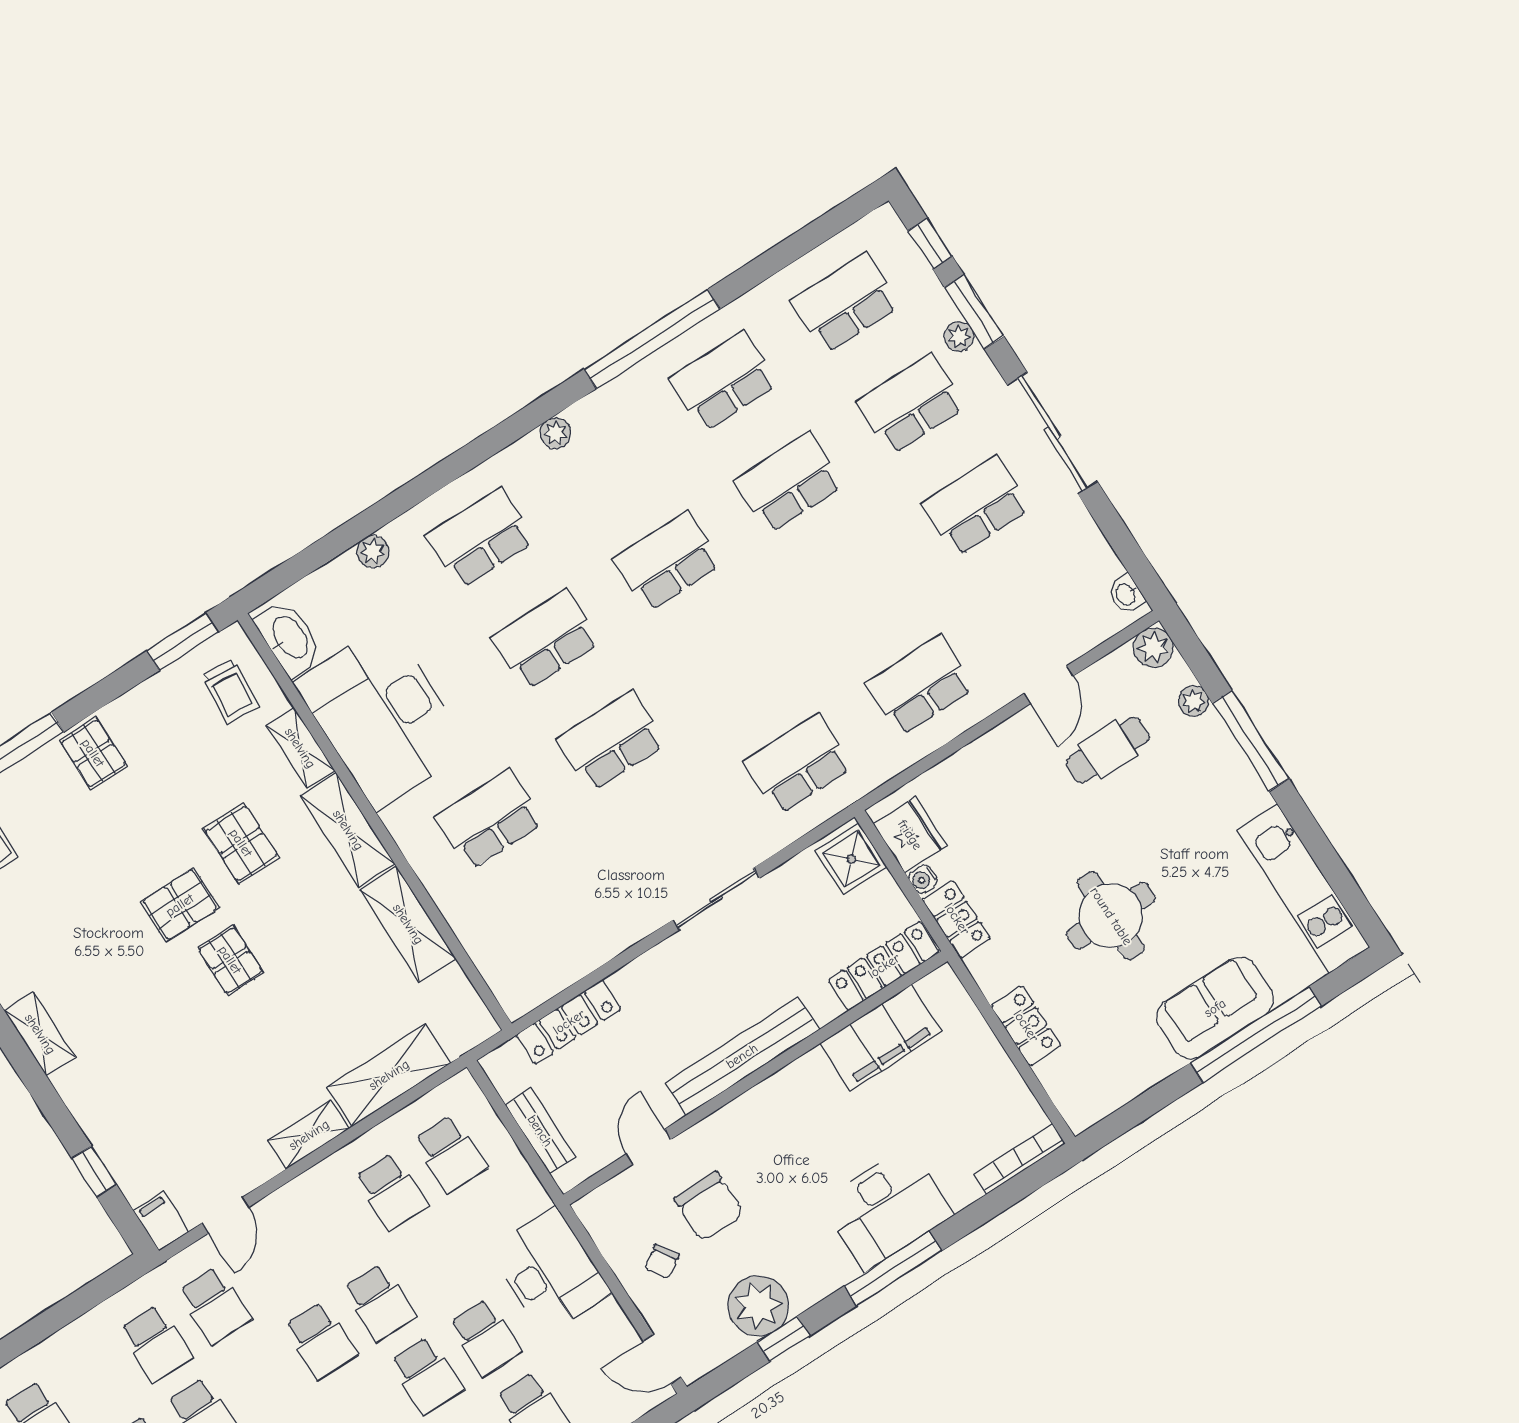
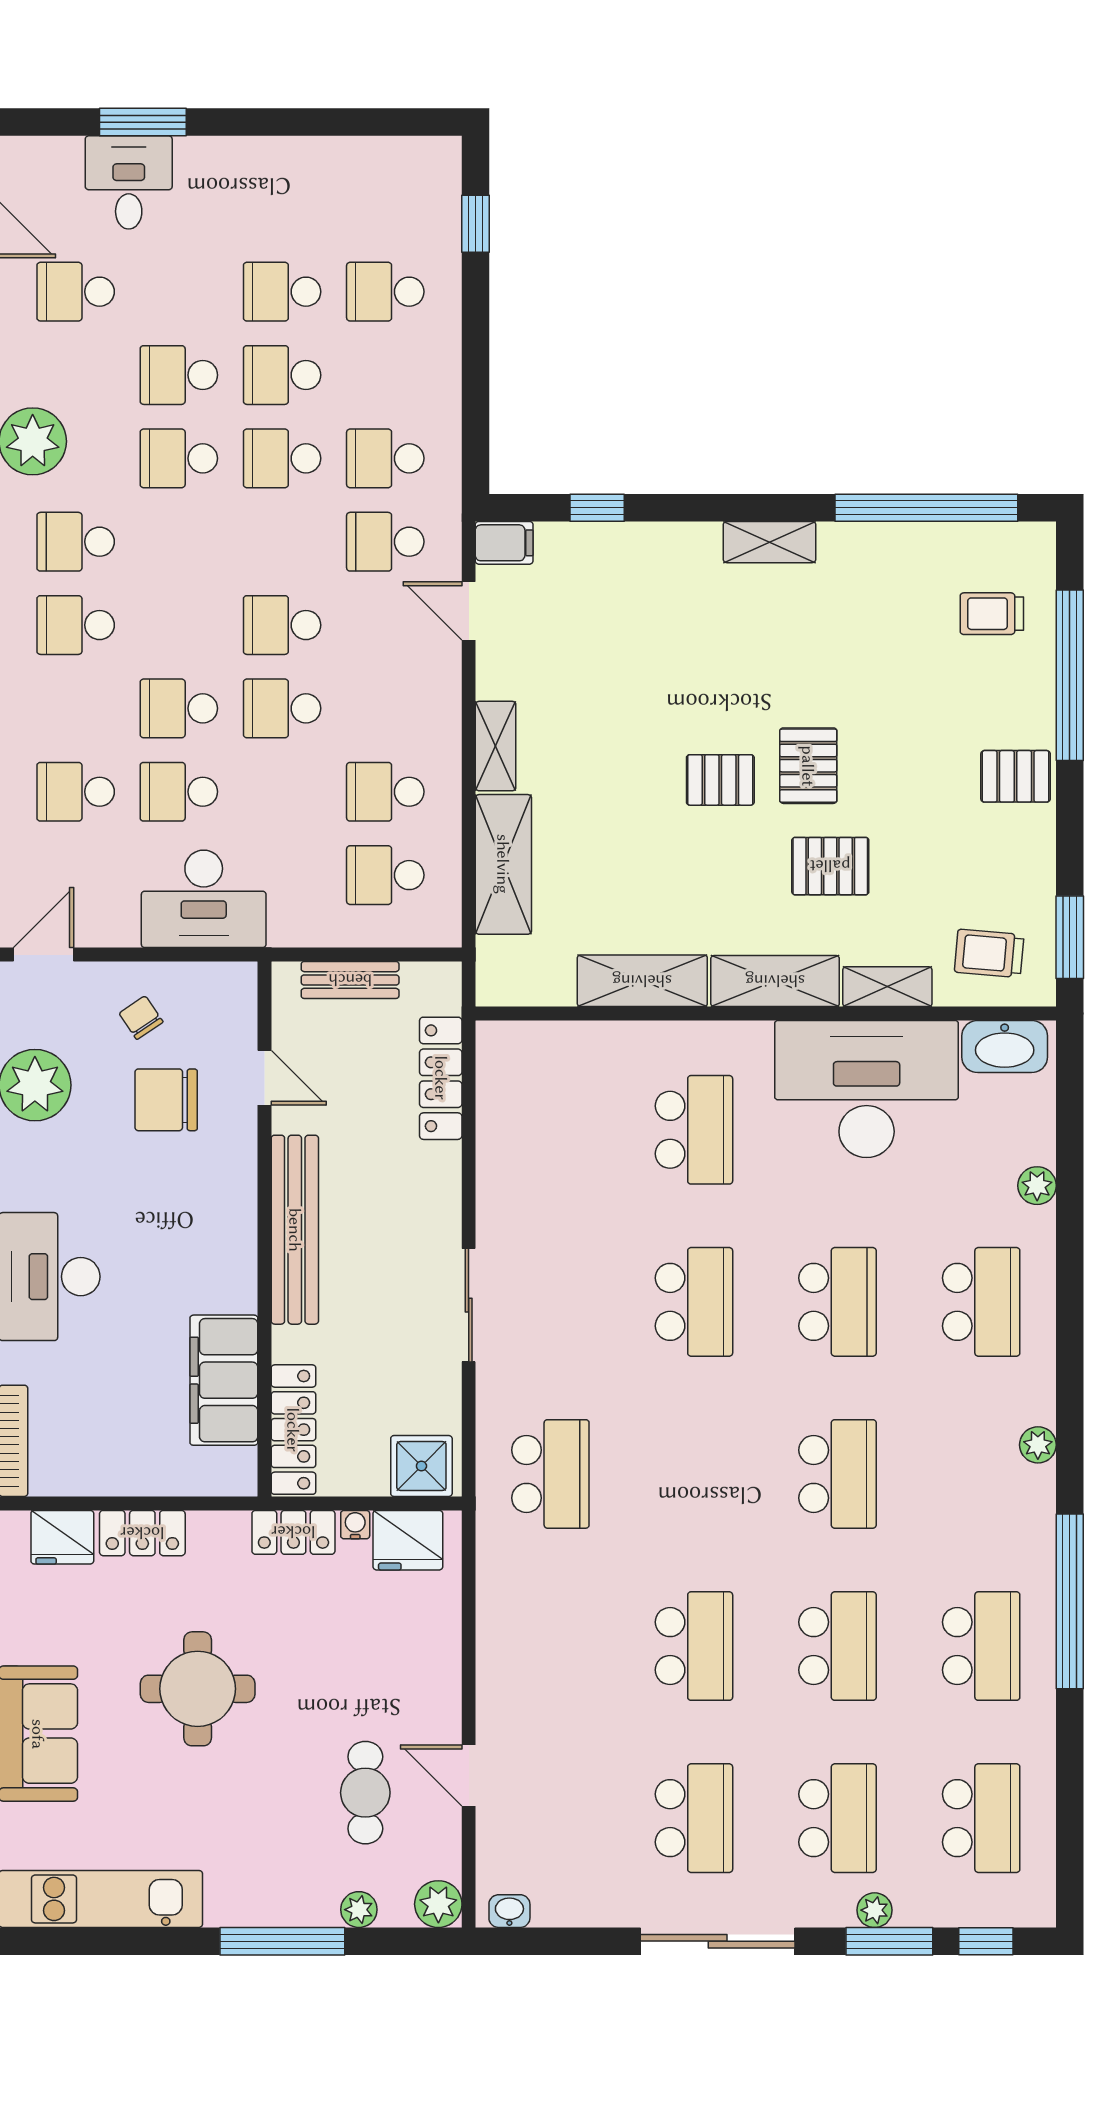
school desk: (920, 686) -> (694, 1646), moved
fridge: (1065, 1080) -> (62, 1537), added

